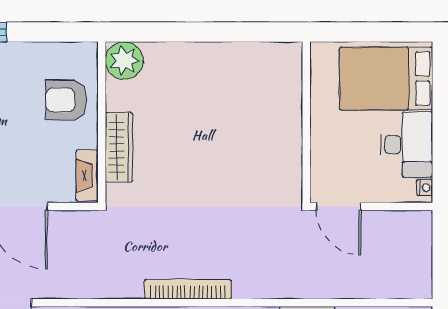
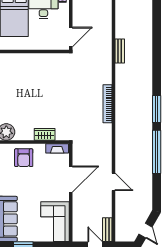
wardrobe: (119, 147) -> (45, 134), width x0.67

